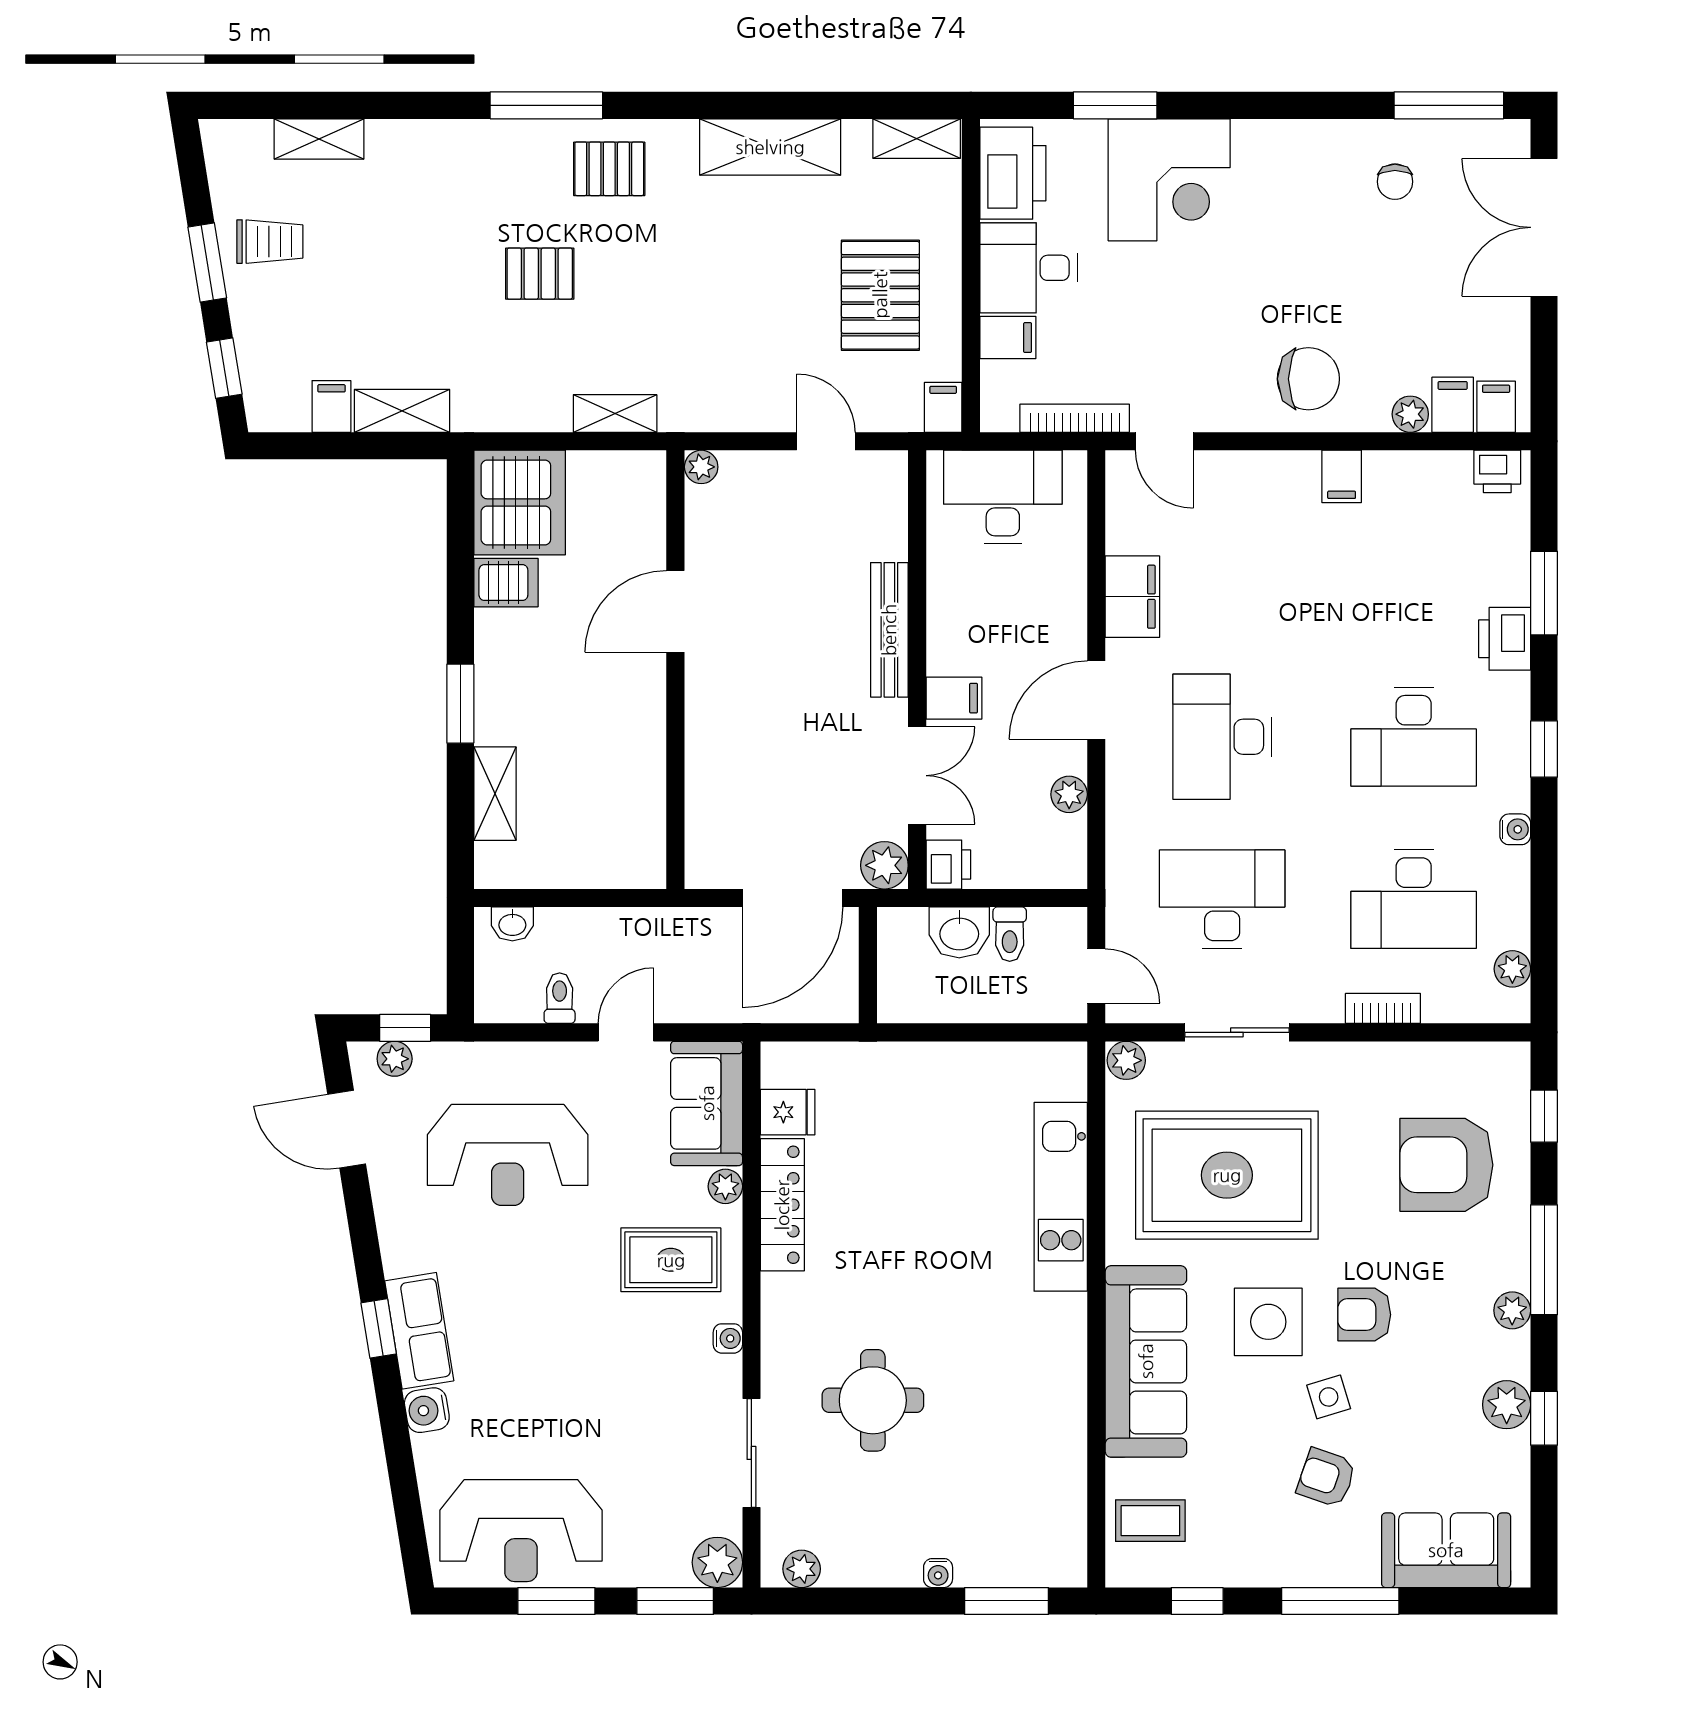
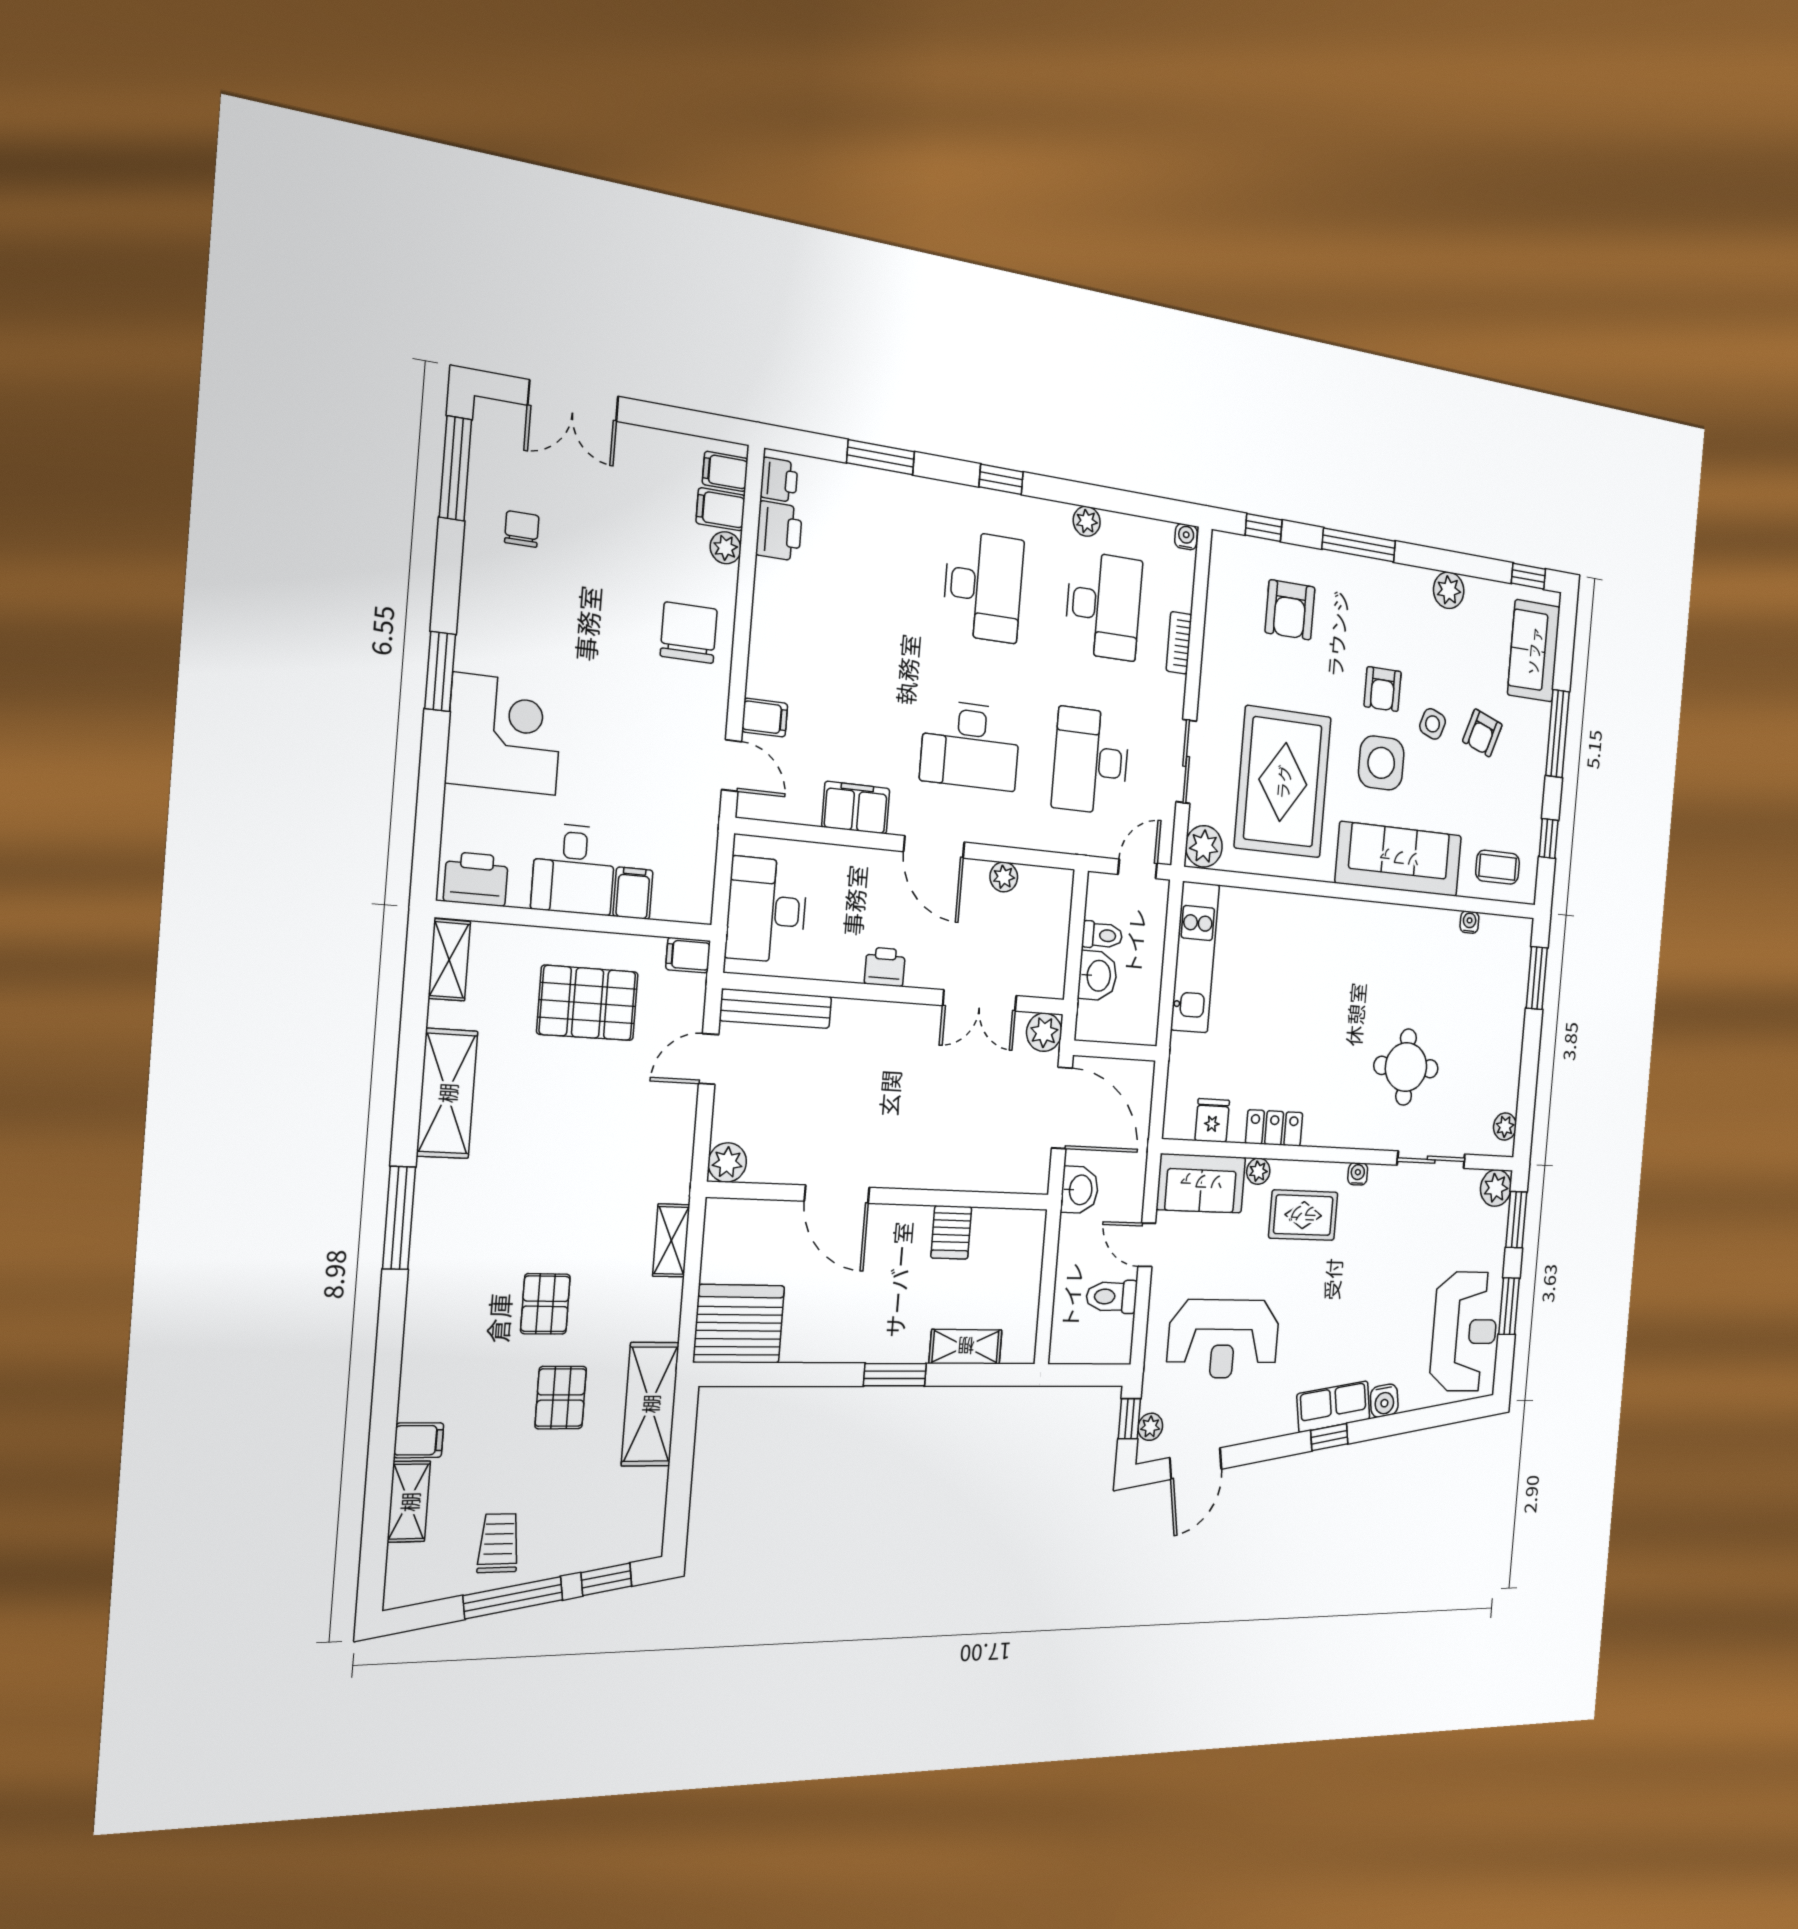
window: (546, 105) -> (399, 1218), moved
window: (1115, 105) -> (440, 671), moved
pallet: (609, 169) -> (561, 1398), moved
printer: (1013, 173) -> (476, 879), width x0.73, depth x0.84
chair: (1395, 182) -> (522, 529), turned -90
double door: (1544, 227) -> (573, 401), width x0.73
window: (207, 262) -> (513, 1598), width x1.44
filing cabinet: (331, 406) -> (419, 1440), moved, turned 180
shelving: (402, 411) -> (650, 1404), width x1.50, depth x1.33
bookcase: (1075, 418) -> (706, 841), removed
door: (1164, 441) -> (732, 766), hinge flipped
plant: (701, 467) -> (727, 1162), width x1.38, depth x1.38
filing cabinet: (1342, 476) -> (765, 718), moved
server rack: (506, 583) -> (951, 1232), moved, turned 180
bench: (889, 630) -> (776, 1009), moved
printer: (1505, 639) -> (779, 531), moved, turned -90
filing cabinet: (954, 698) -> (923, 965), removed
double door: (917, 776) -> (980, 1001), swing flipped
water cooler: (1515, 829) -> (1186, 537), moved
printer: (948, 865) -> (885, 967), moved
washbasin: (512, 924) -> (1080, 1190), moved, width x1.38, depth x1.45
plant: (1512, 969) -> (1087, 521), moved
toilet: (560, 998) -> (1112, 1297), width x1.37, depth x1.39
plant: (1126, 1060) -> (1204, 846), width x1.38, depth x1.38
reception desk: (508, 1155) -> (1223, 1339), turned 90
armchair: (1446, 1165) -> (1290, 610), width x0.73, depth x0.73
kitchen unit: (1061, 1197) -> (1195, 957), moved, turned -90
locker: (782, 1205) -> (1274, 1128), width x0.66
rug: (671, 1260) -> (1303, 1215), turned 90
plant: (1512, 1310) -> (1389, 575), removed
side table: (1329, 1397) -> (1433, 724), turned 37
window: (1544, 1418) -> (1528, 576), moved
coffee table: (1150, 1521) -> (1498, 867), turned 90
water cooler: (938, 1573) -> (1469, 922), moved, turned -90

